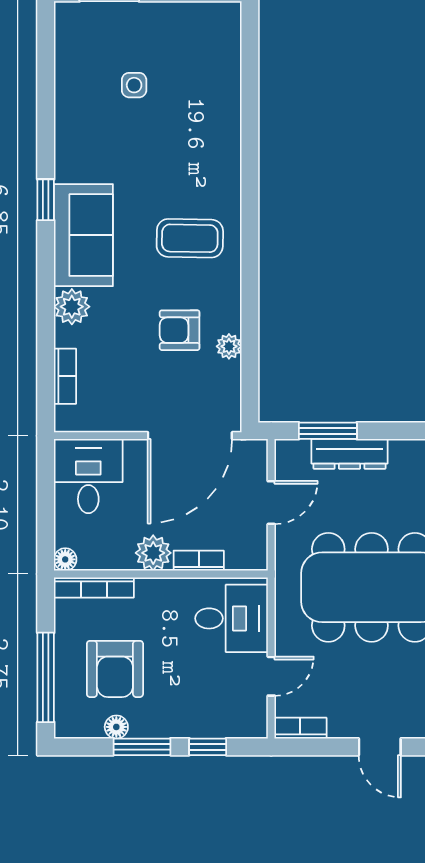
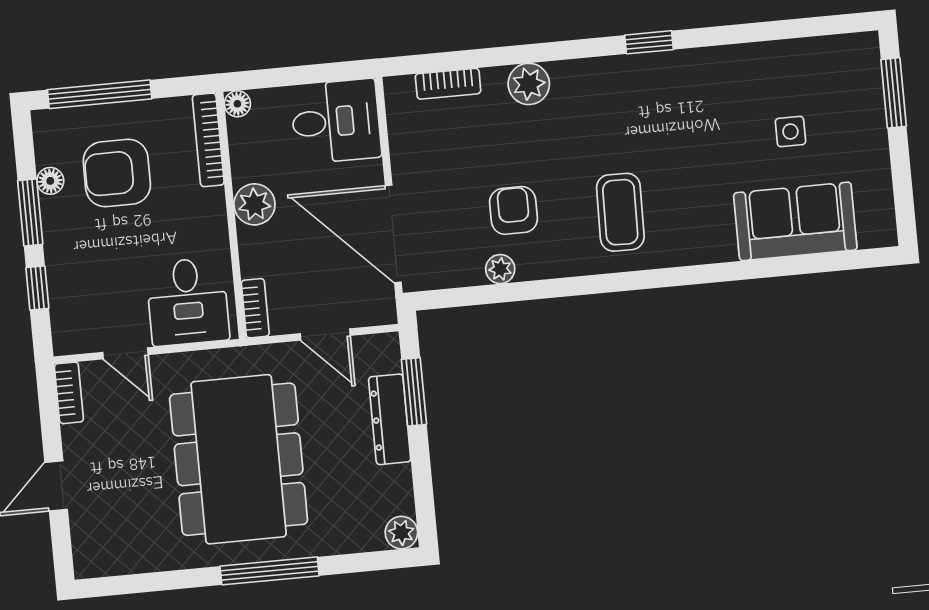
sofa: (83, 235) -> (795, 221), moved, turned 180
bookcase: (199, 561) -> (255, 308), moved

